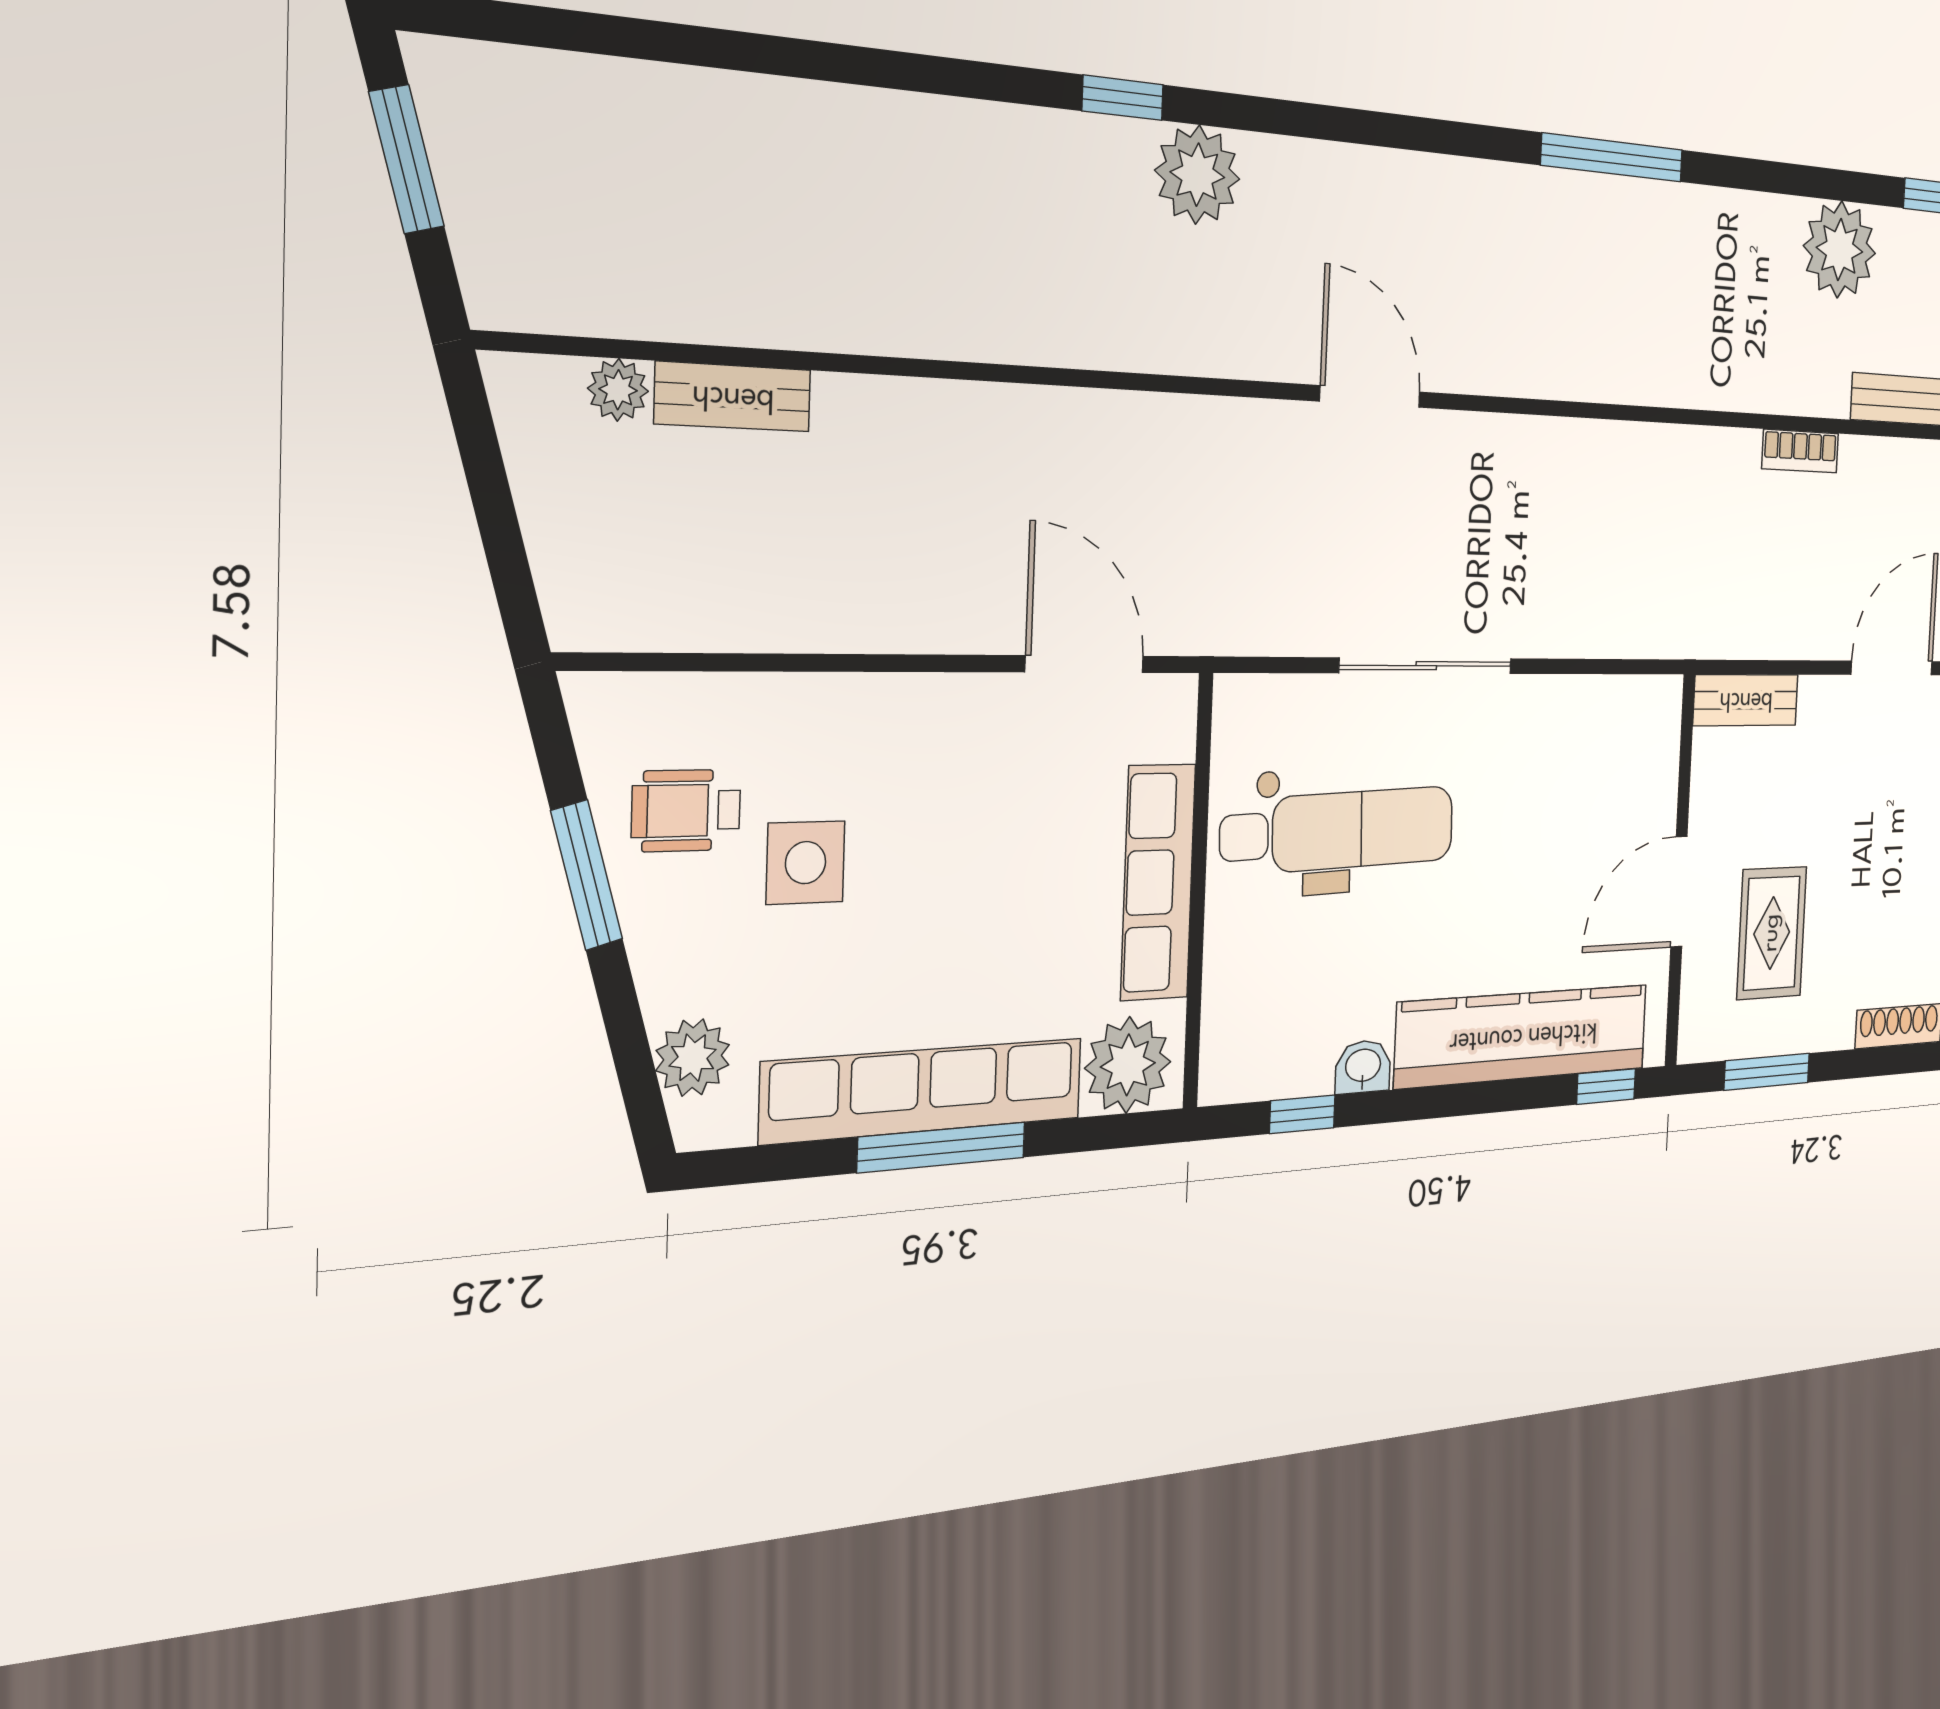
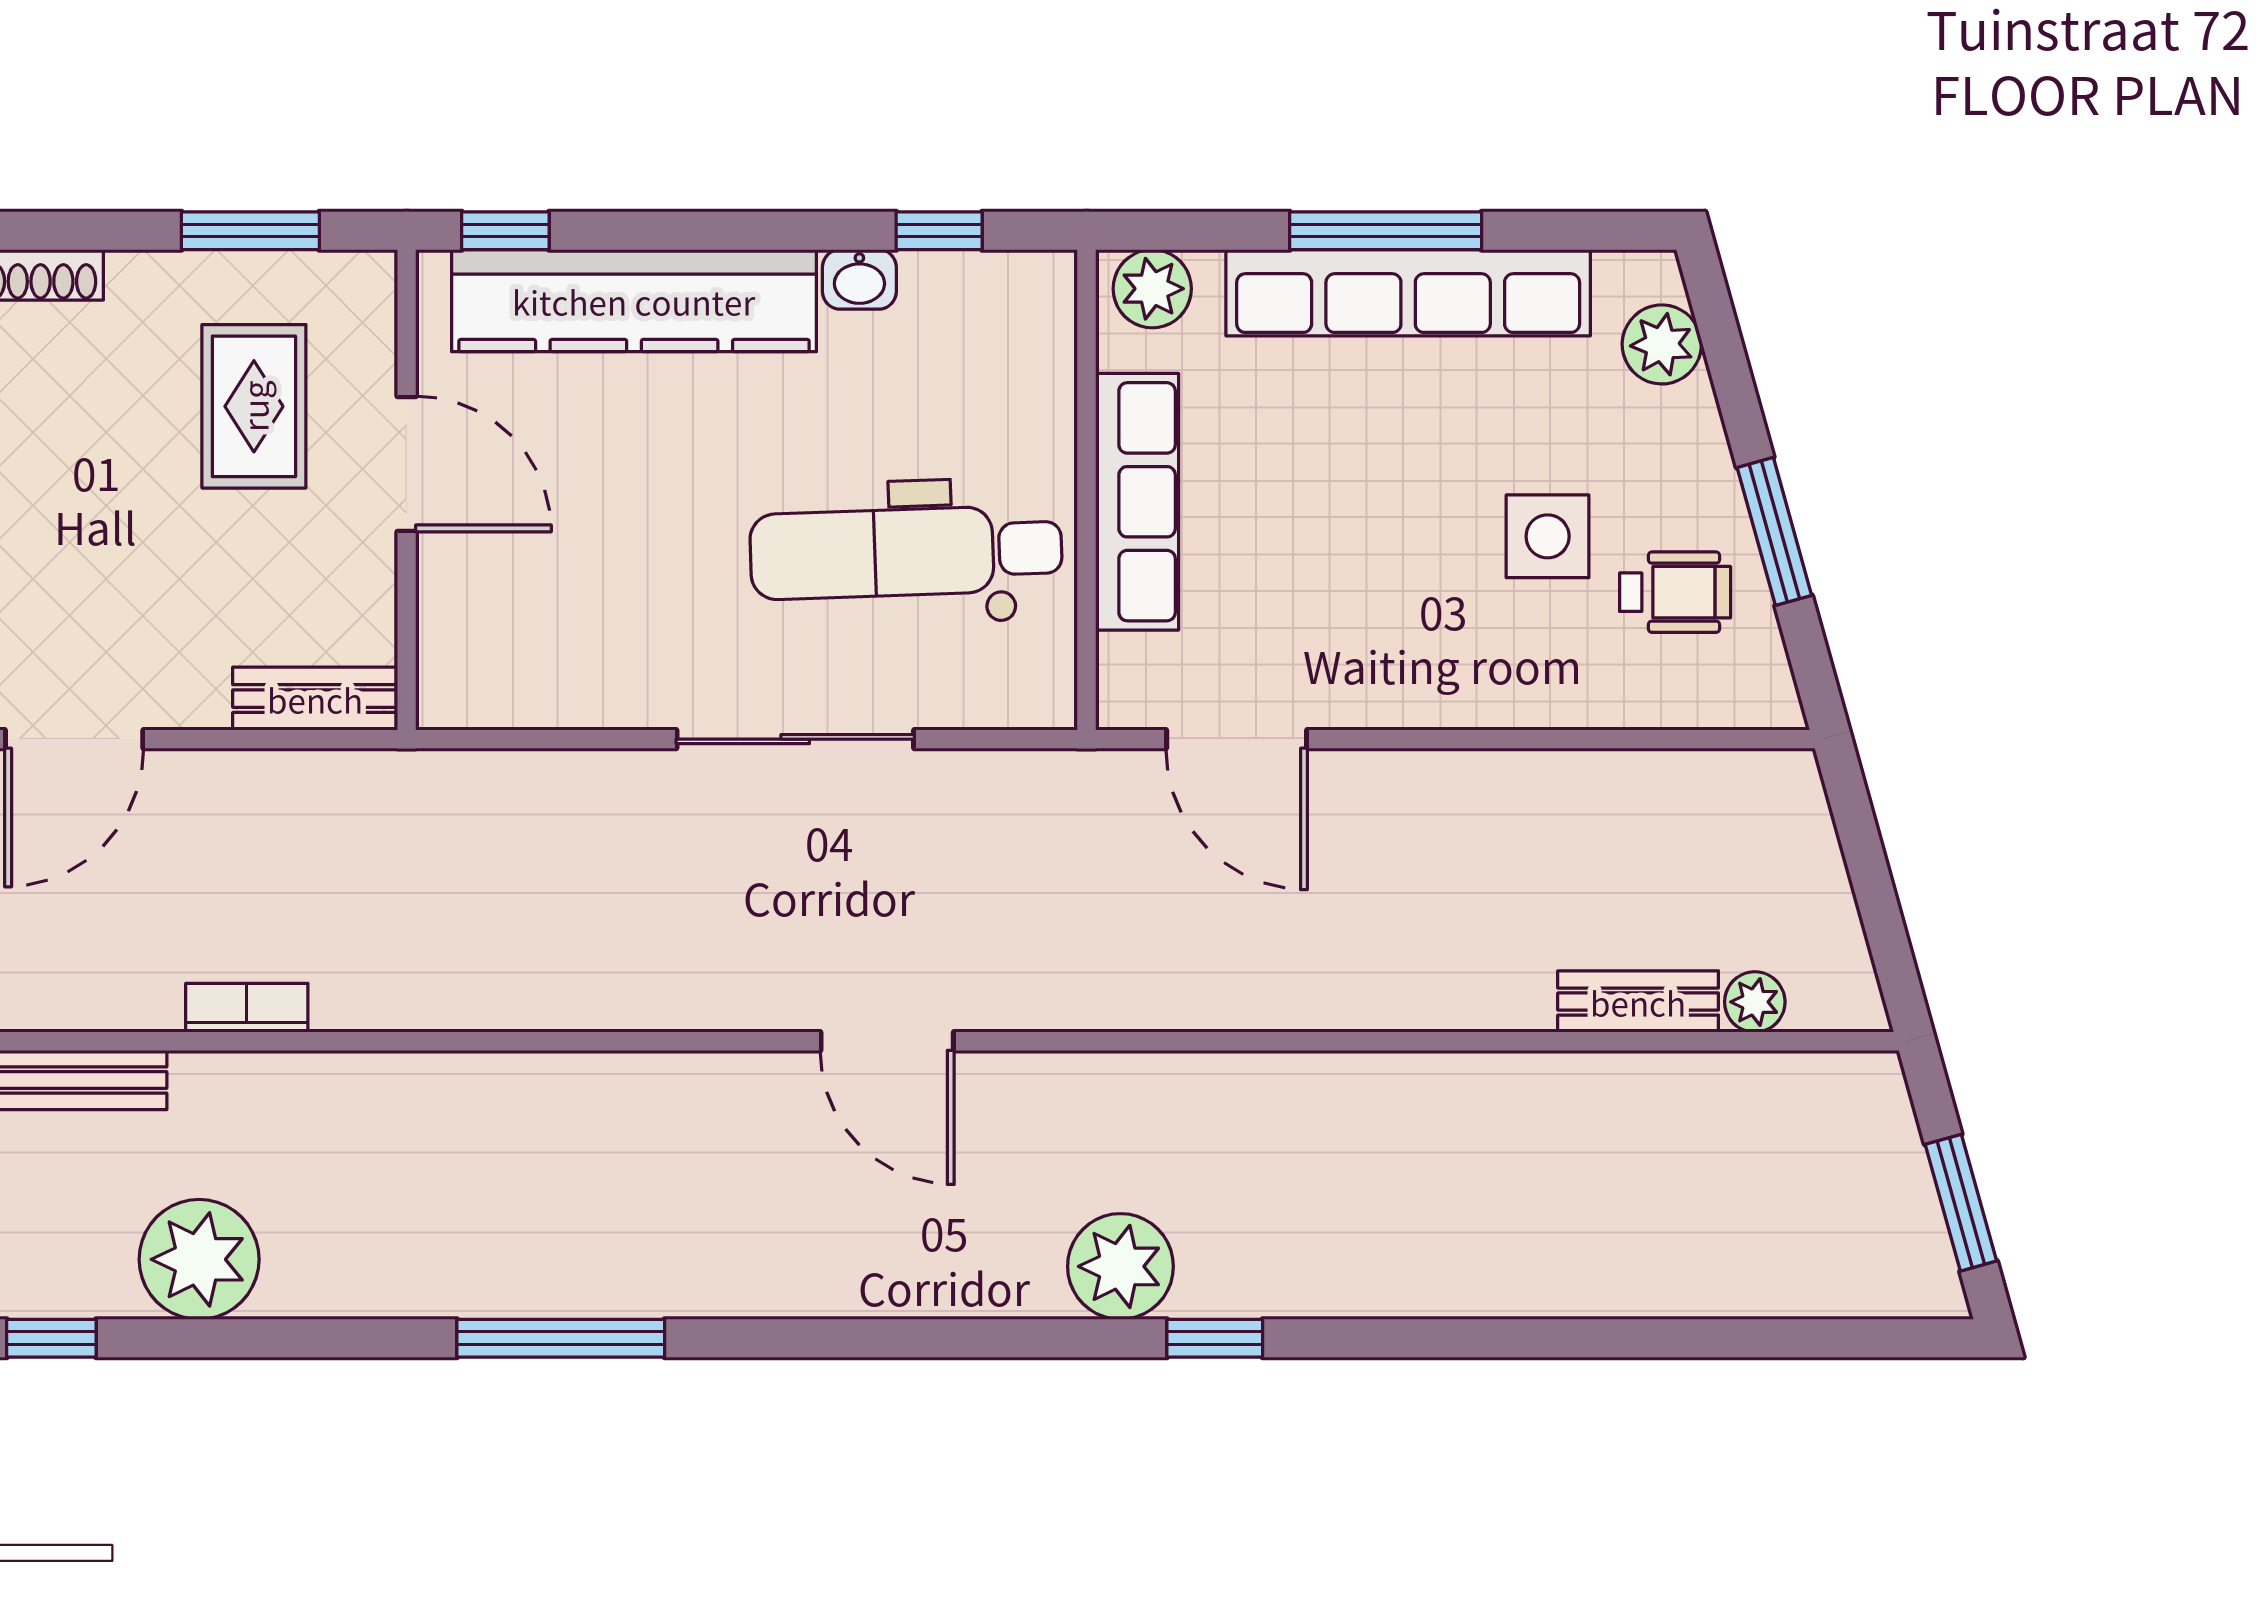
door: (1679, 892) -> (407, 464), hinge flipped
plant: (1128, 1065) -> (1152, 289), width x0.73, depth x0.73

